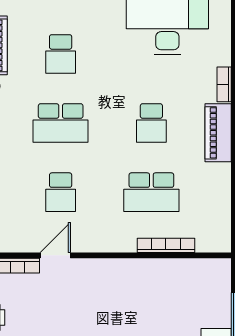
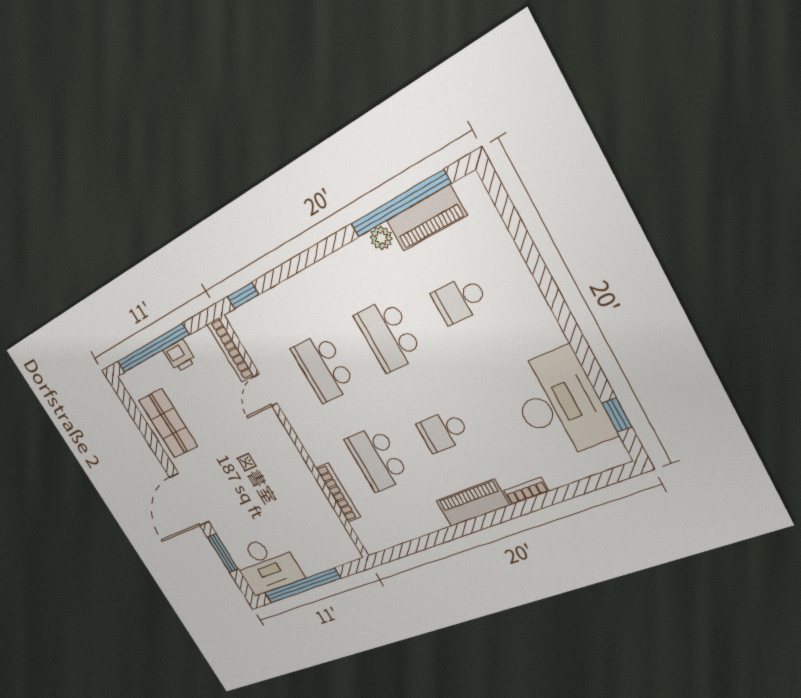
school desk: (61, 192) -> (324, 368), width x1.85
door: (55, 255) -> (266, 390), swing flipped

